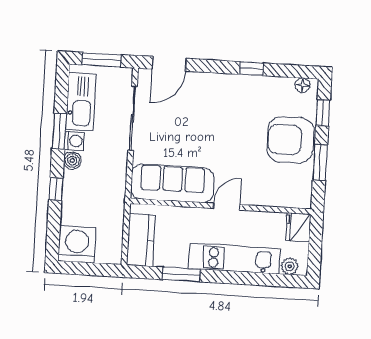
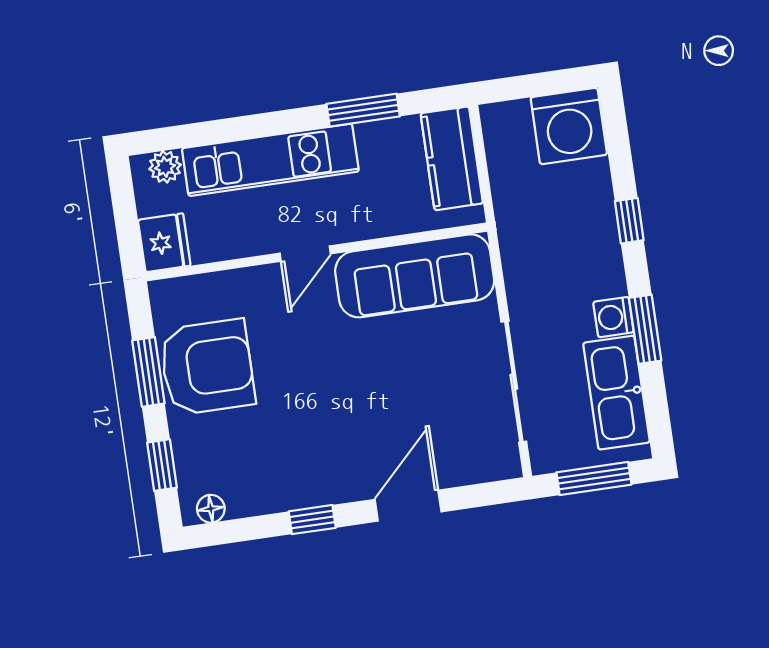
door: (169, 64) -> (408, 506), moved
armchair: (290, 140) -> (207, 367), moved
boiler: (72, 161) -> (610, 280), removed

